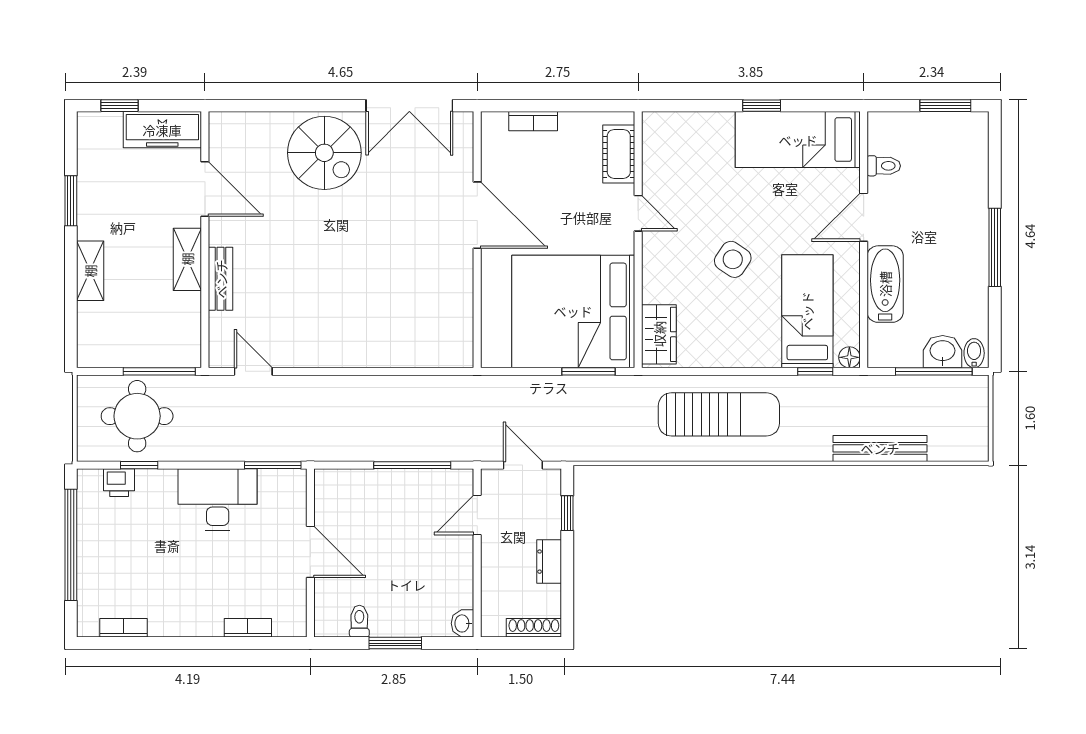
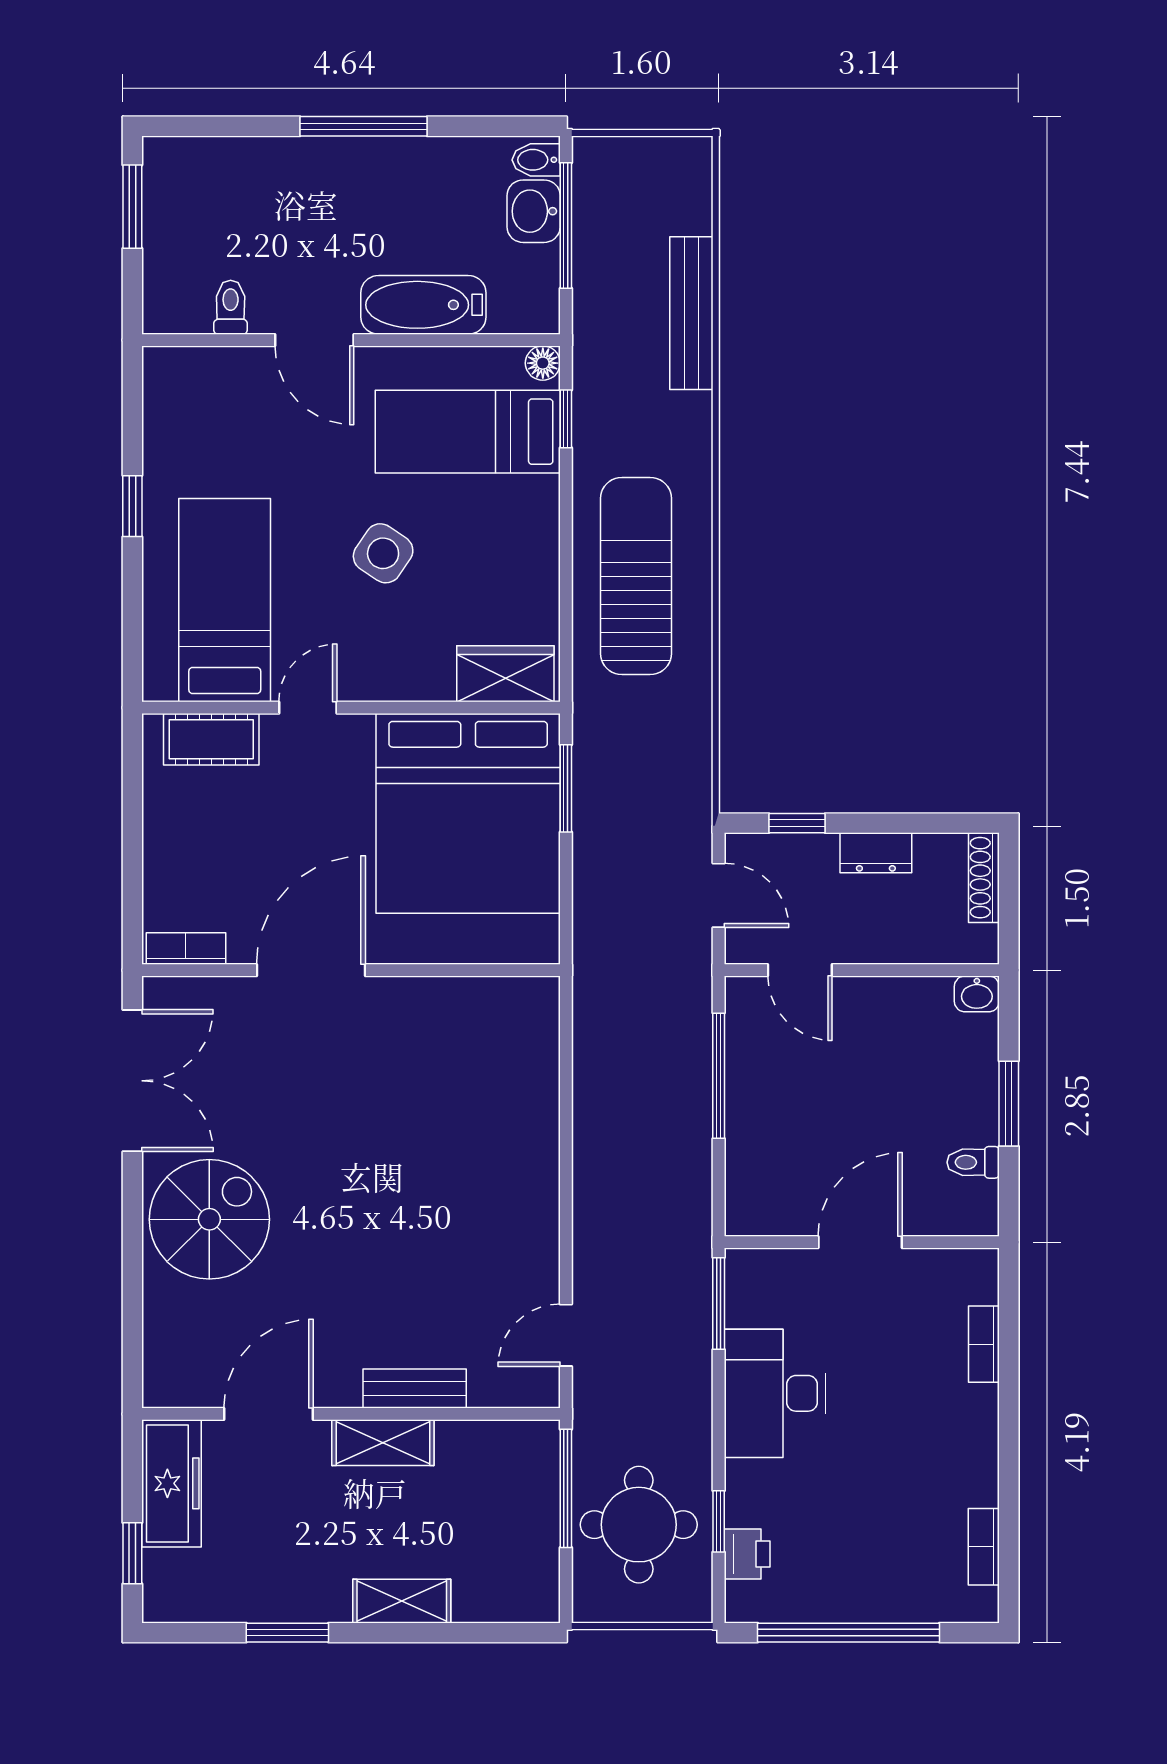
bookcase: (533, 121) -> (186, 949), moved, turned -90
bed: (798, 140) -> (225, 600), moved, turned 180
door: (523, 465) -> (719, 895), swing flipped

